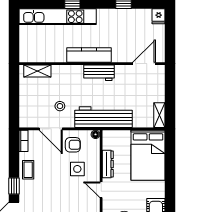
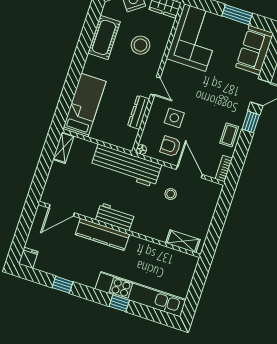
kitchen counter: (89, 55) -> (102, 234), moved
bed: (148, 155) -> (84, 105), width x0.67

